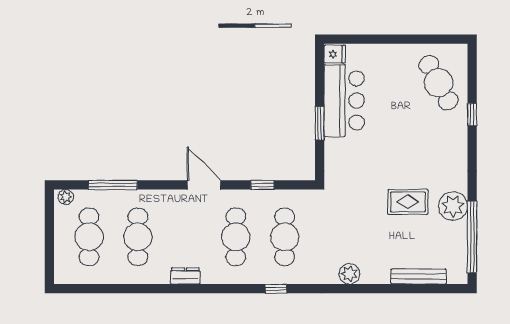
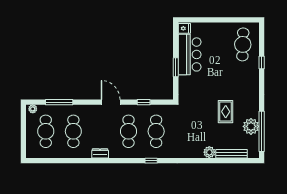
cafe table: (439, 83) -> (243, 44), turned 30
rug: (408, 202) -> (226, 112), turned 90
plant: (453, 206) -> (251, 126), moved
plant: (349, 274) -> (209, 152), moved

